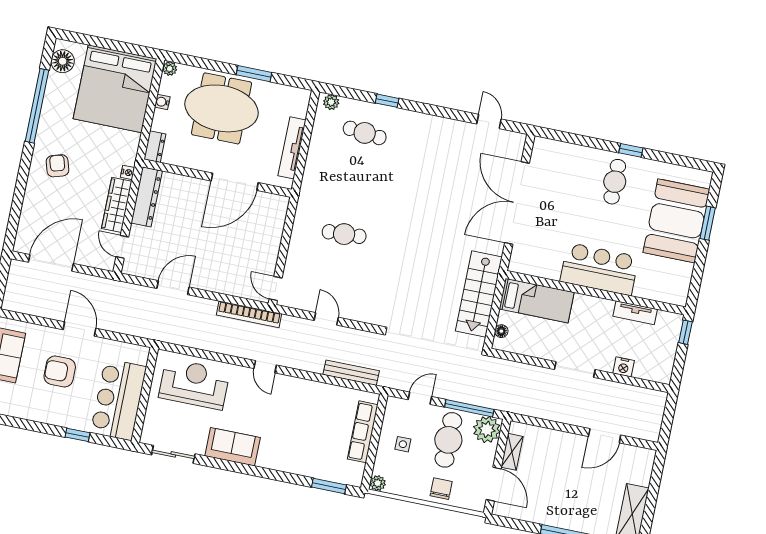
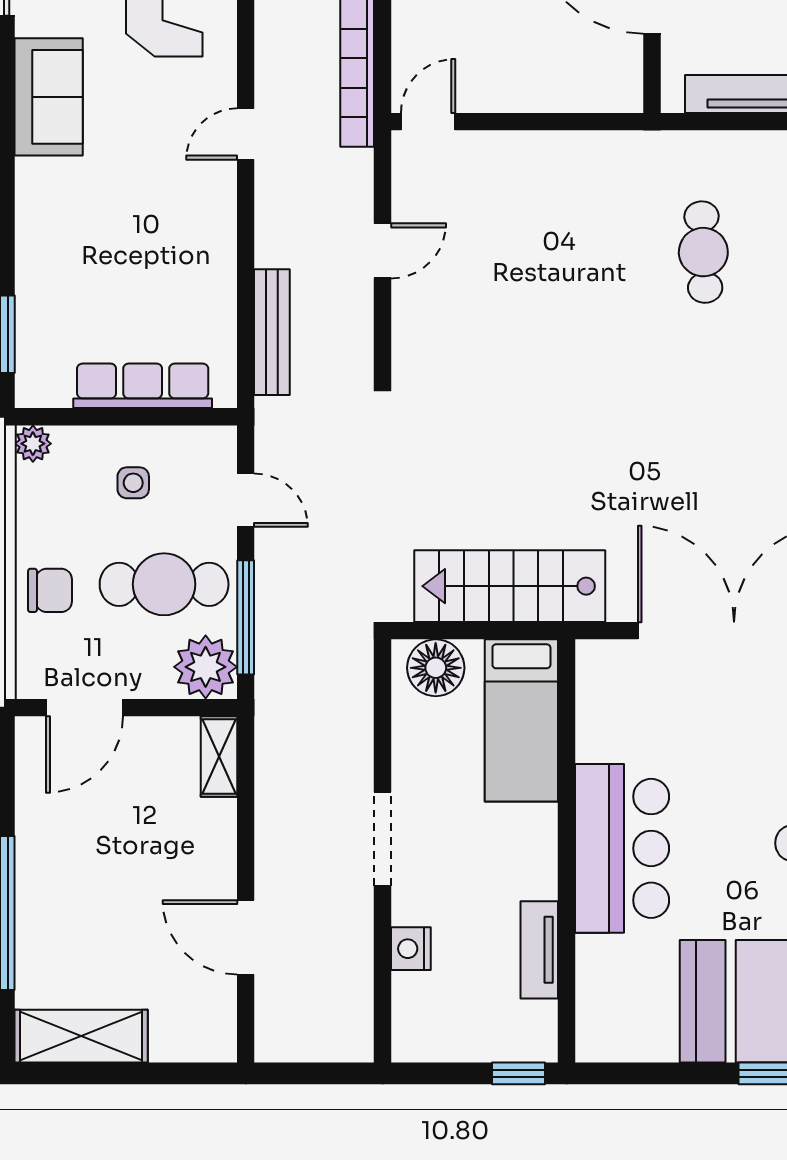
cafe table: (344, 234) -> (703, 252), moved
floor lamp: (501, 331) -> (436, 668), width x1.89, depth x1.89
shelving: (512, 452) -> (219, 757), moved, turned 90

